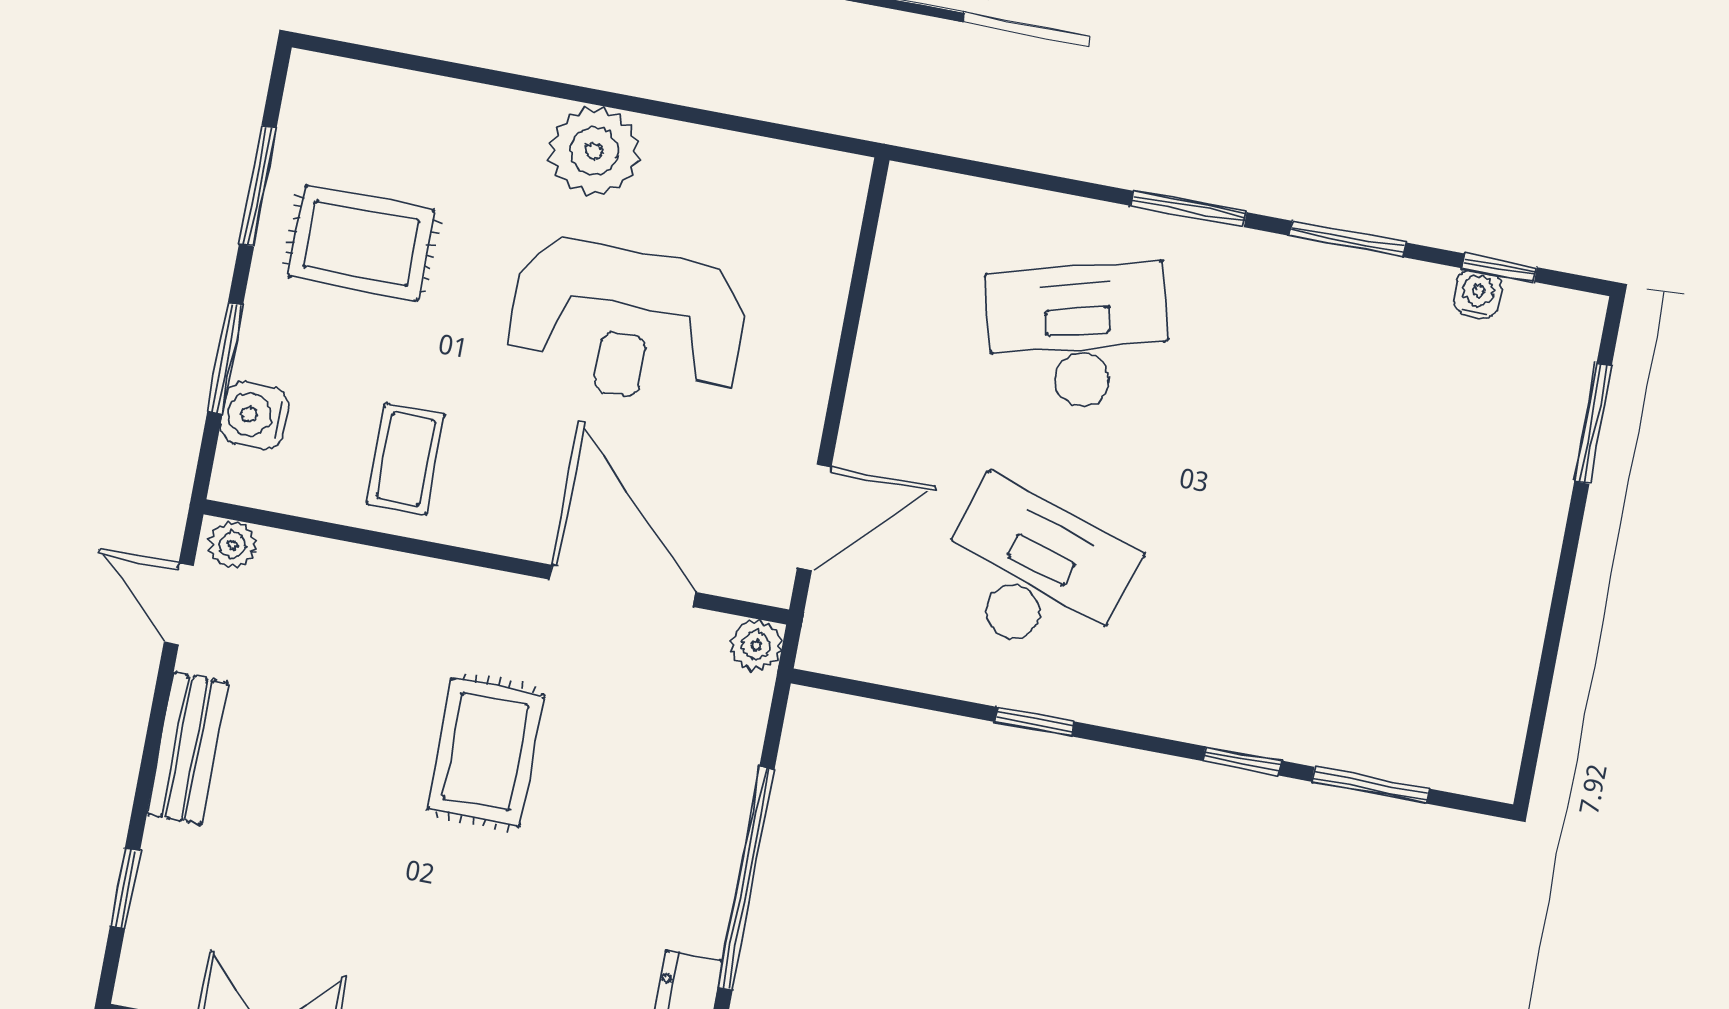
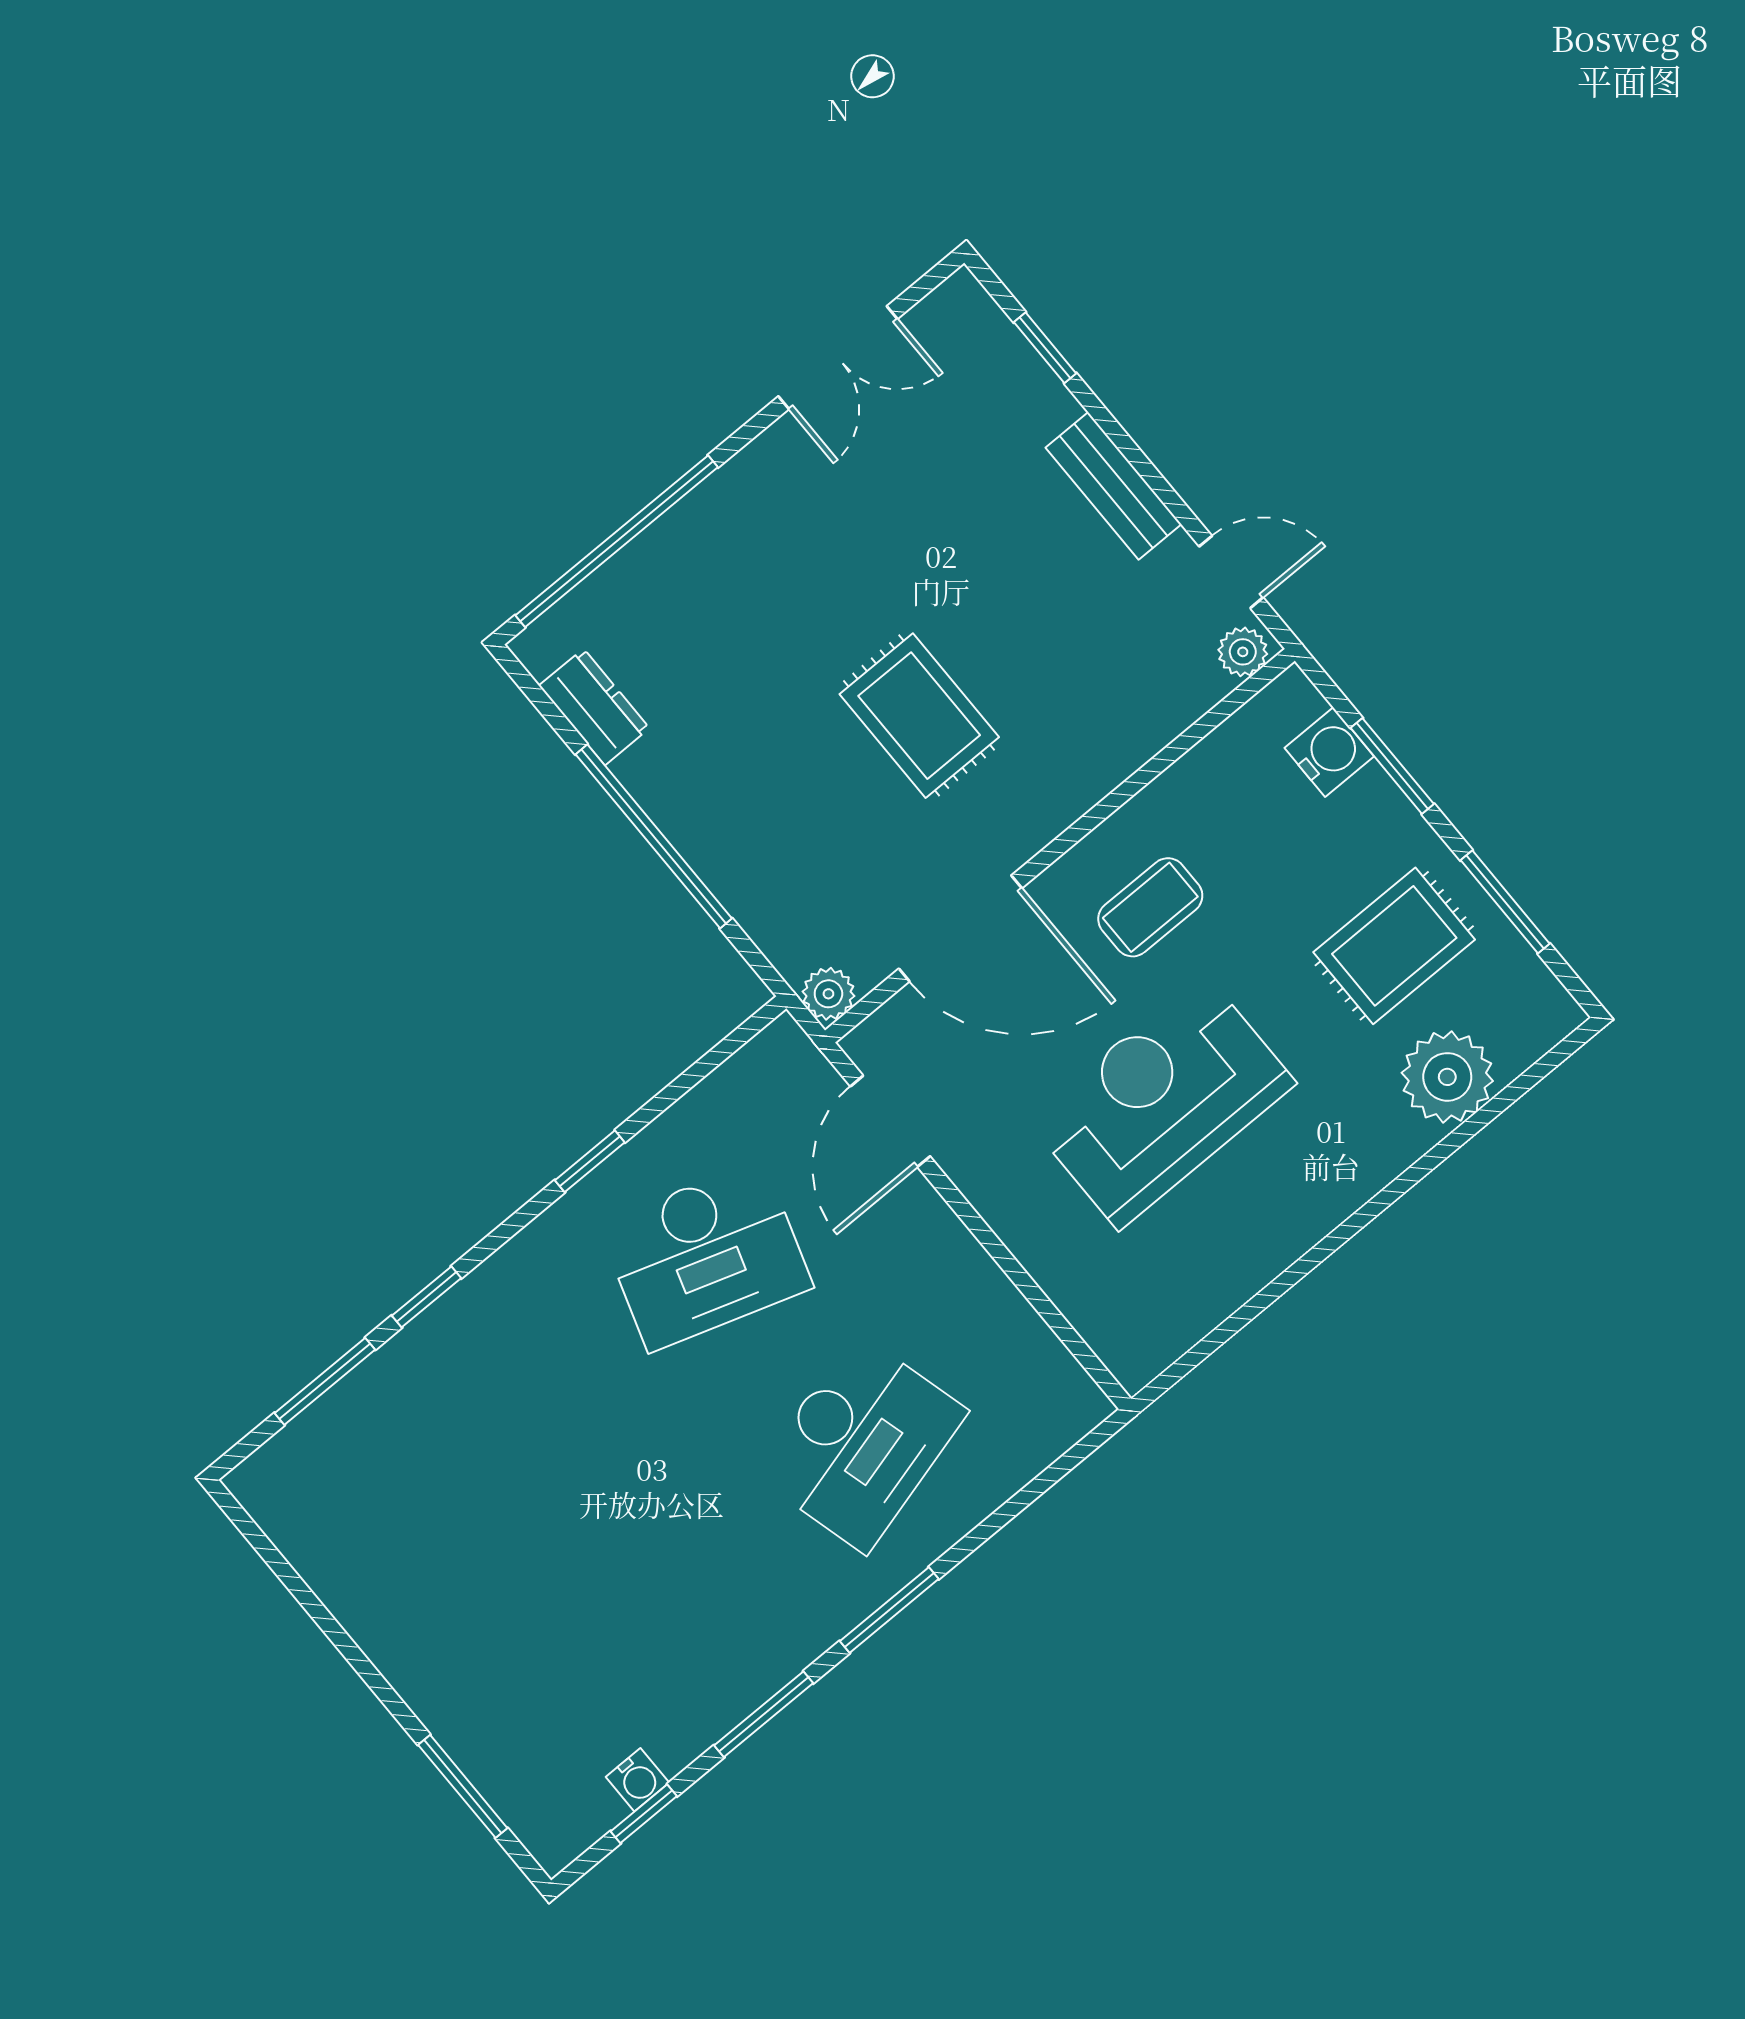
plant: (594, 151) -> (1447, 1077), moved
coffee table: (406, 459) -> (1150, 907), moved, turned 90

